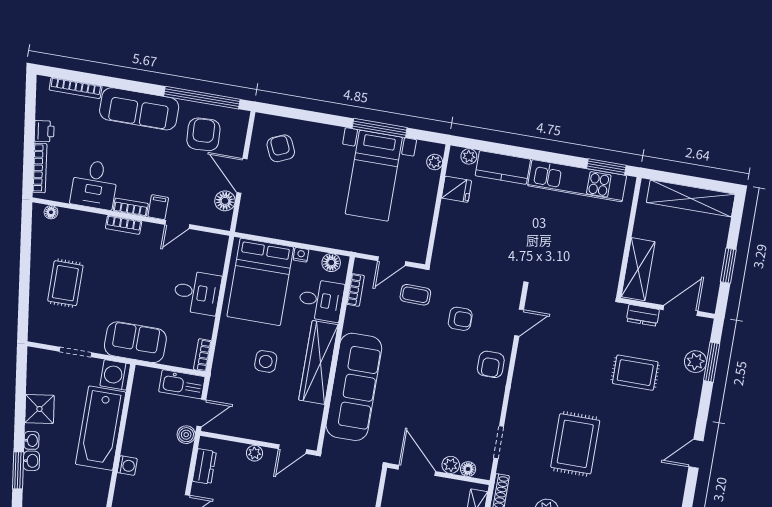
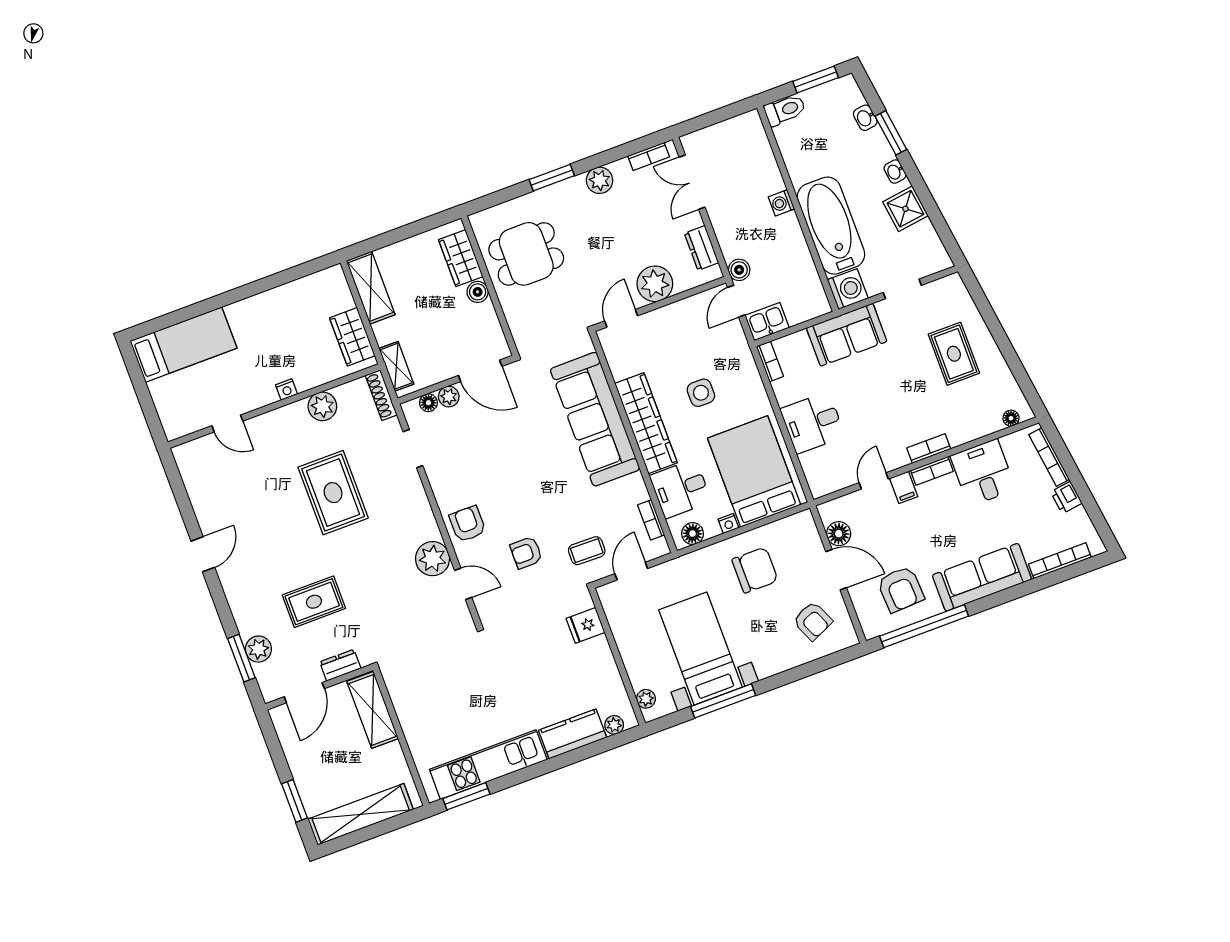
fridge: (457, 189) -> (586, 625), moved
chair: (301, 210) -> (755, 570), added
window: (728, 266) -> (294, 801), moved
door: (519, 323) -> (463, 584), swing flipped
plant: (531, 354) -> (433, 559), added
kitchen sink: (182, 384) -> (767, 322), width x0.73
plant: (254, 453) -> (655, 284), width x1.87, depth x1.87
washbasin: (31, 461) -> (865, 118), moved

